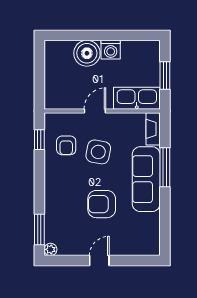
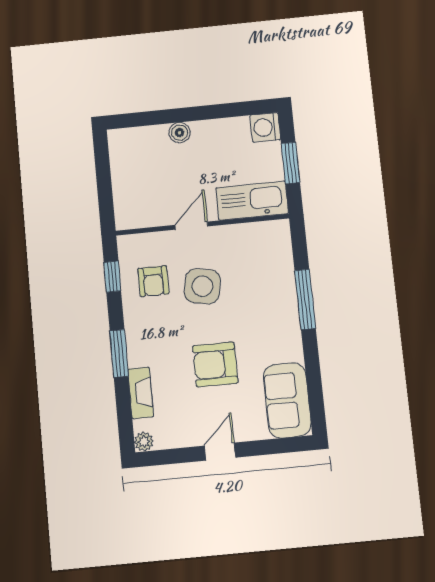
washing machine: (111, 50) -> (265, 127), moved, turned 90
boiler: (87, 53) -> (180, 133), width x0.54, depth x0.54
fireplace: (153, 129) -> (141, 393), moved, turned 180
sofa: (146, 179) -> (287, 400), moved, width x0.73
window: (39, 229) -> (119, 353), moved

